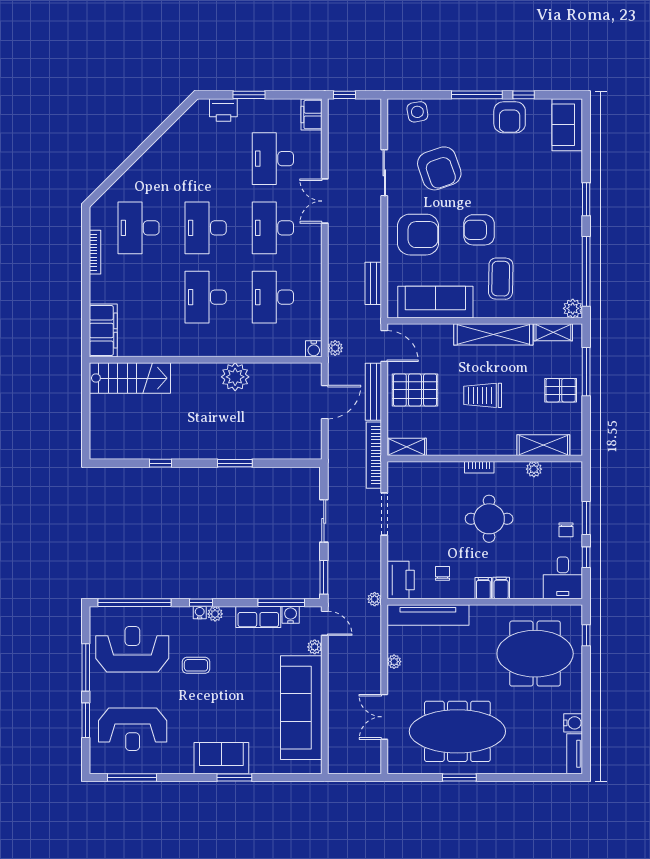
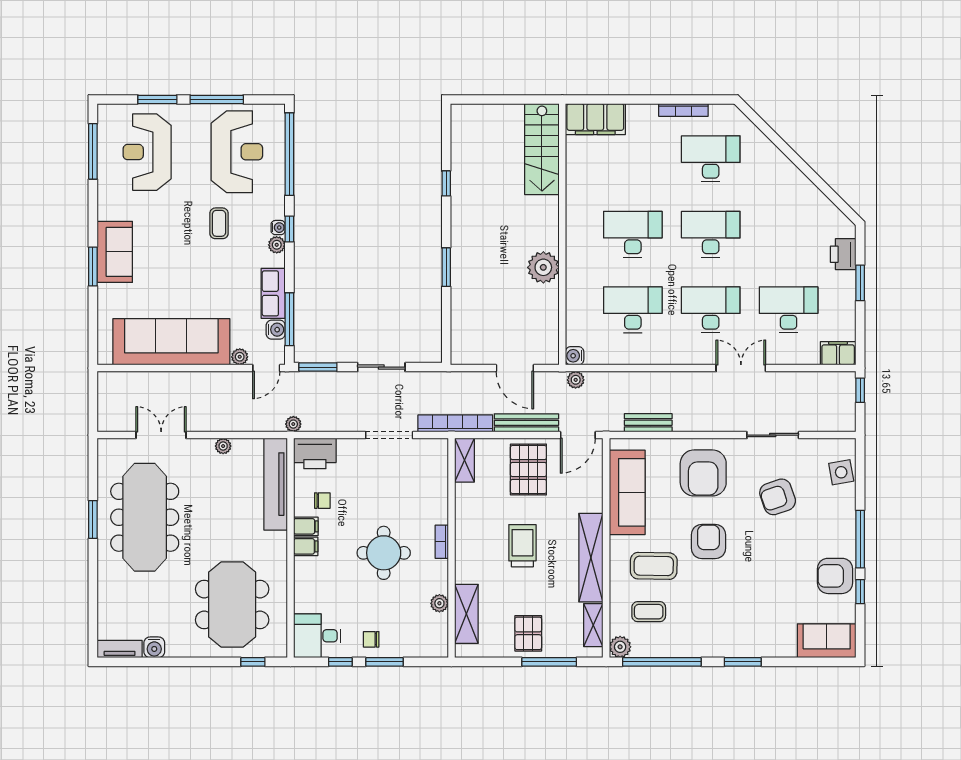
armchair: (439, 168) -> (778, 497), width x0.73, depth x0.73
coffee table: (541, 283) -> (649, 612), added
filing cabinet: (501, 588) -> (306, 526), moved

